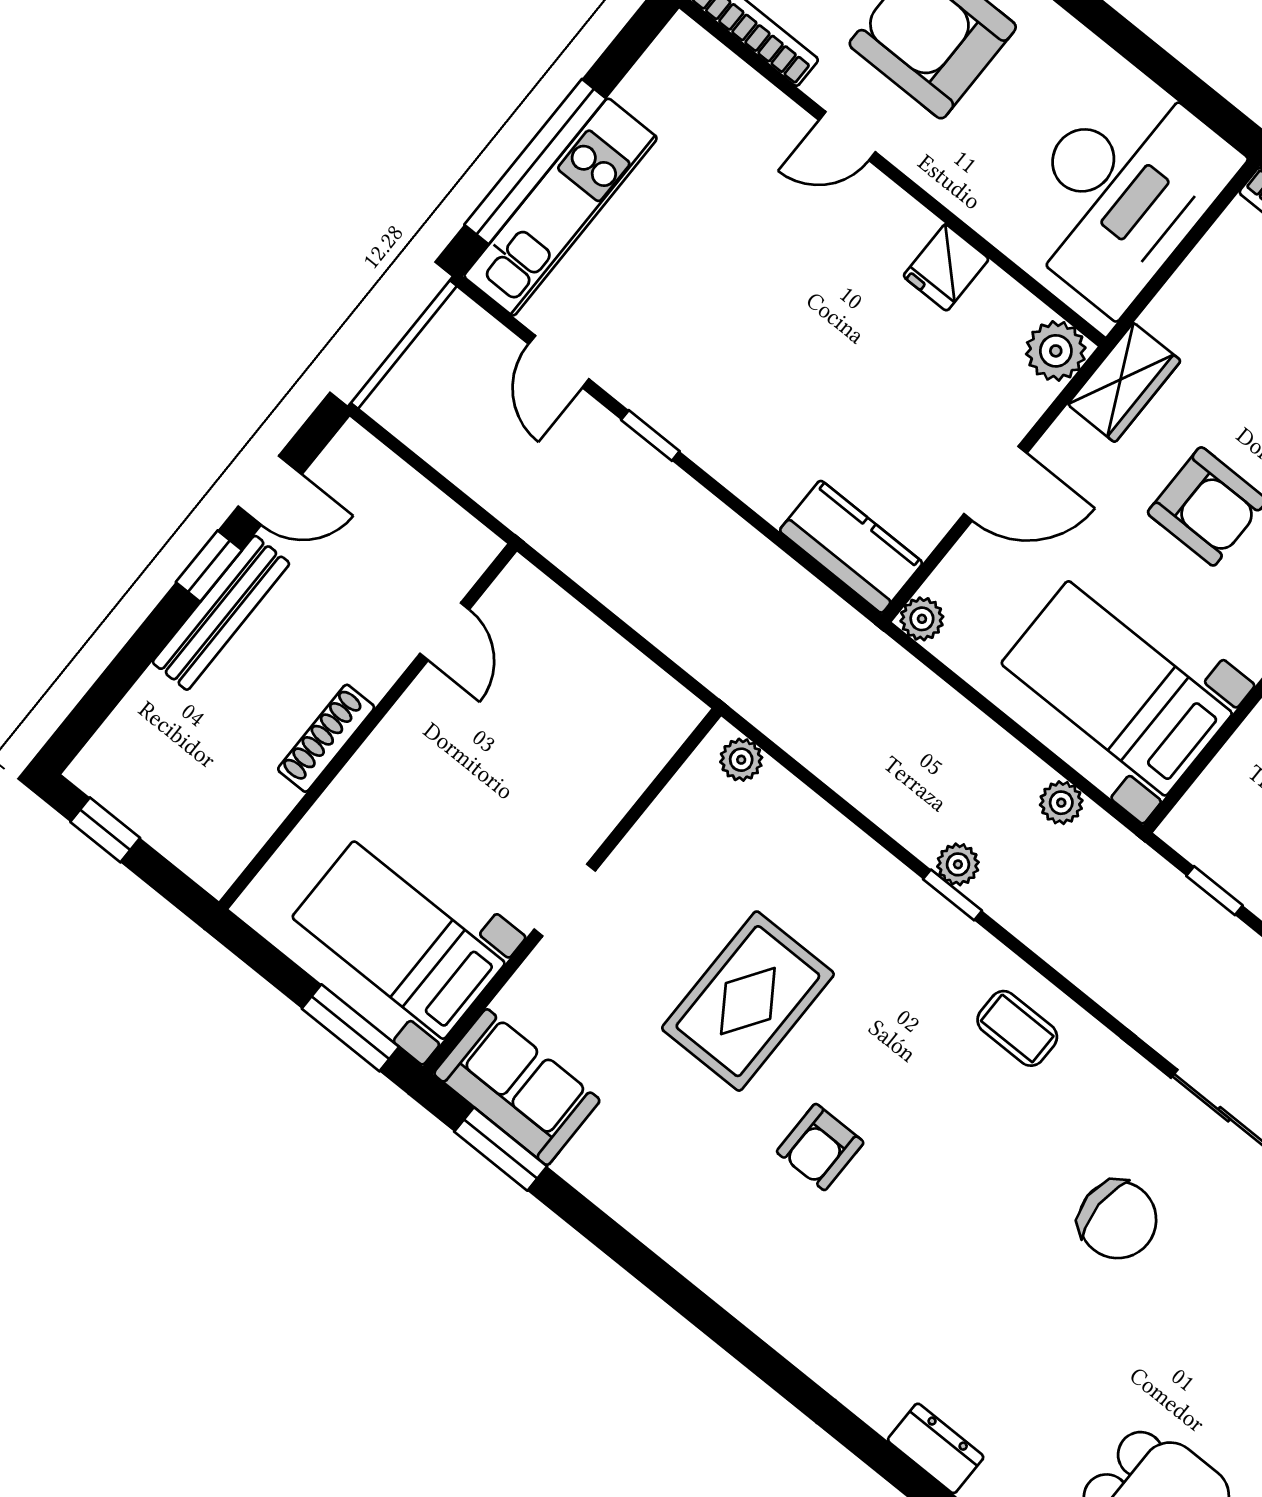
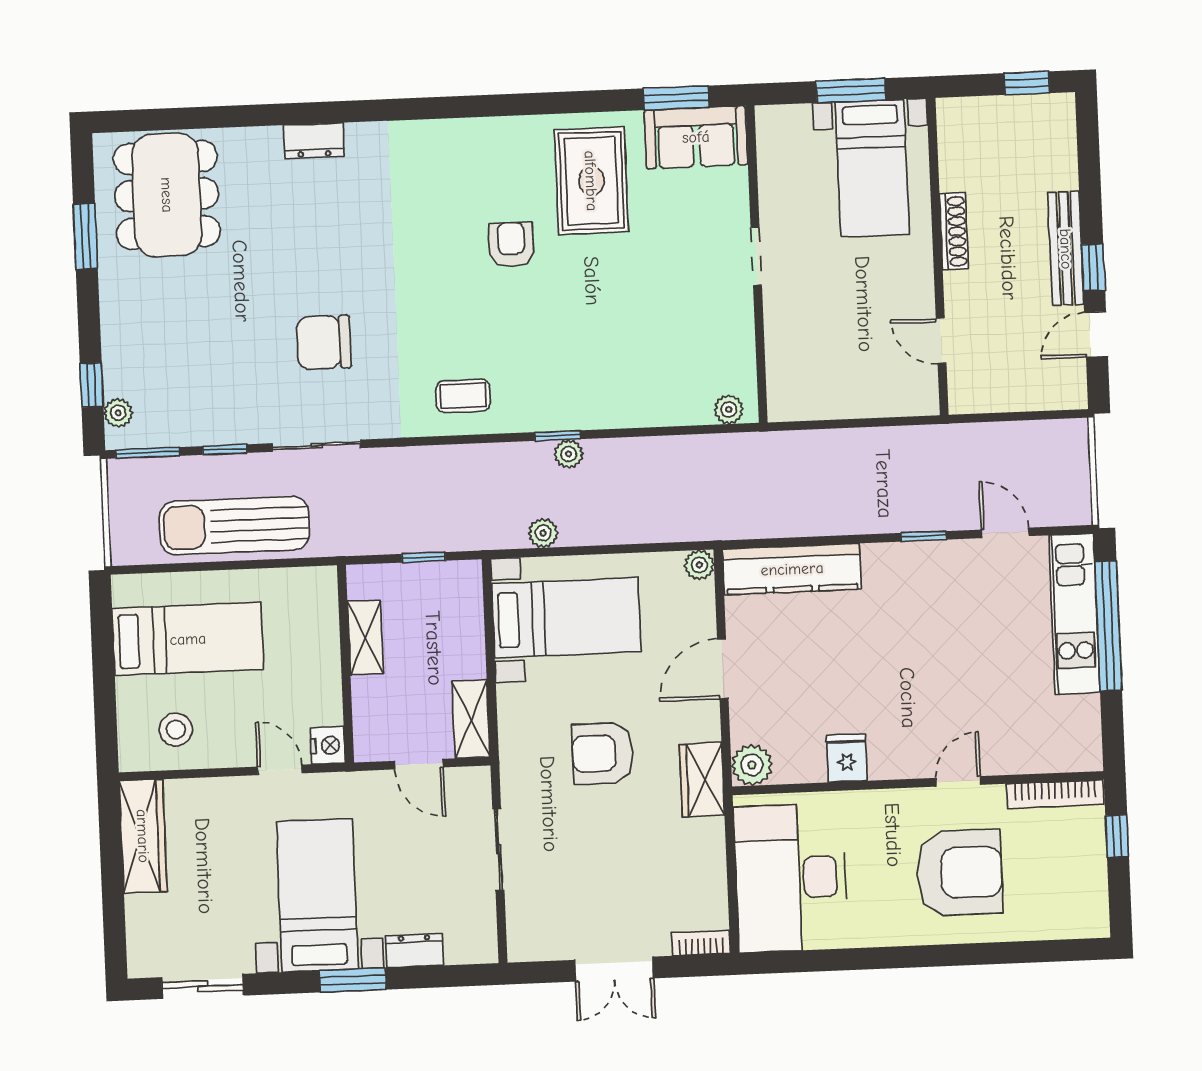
kitchen counter: (851, 547) -> (792, 569), width x1.50
bed with nightstands: (399, 940) -> (872, 168), moved, turned 90
rug: (748, 1001) -> (591, 181), moved
window: (350, 1028) -> (851, 90), moved

